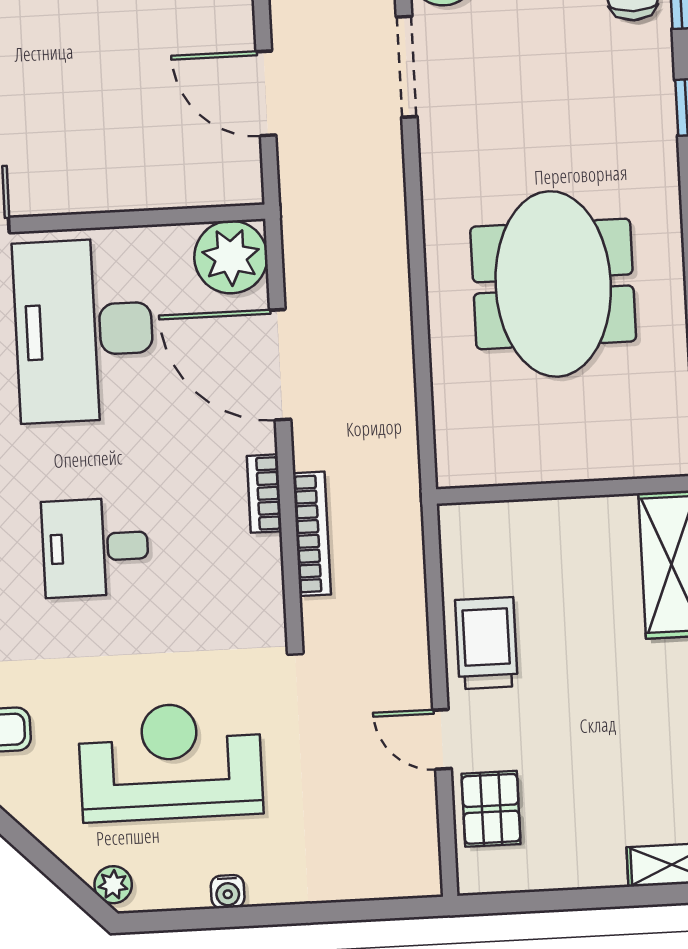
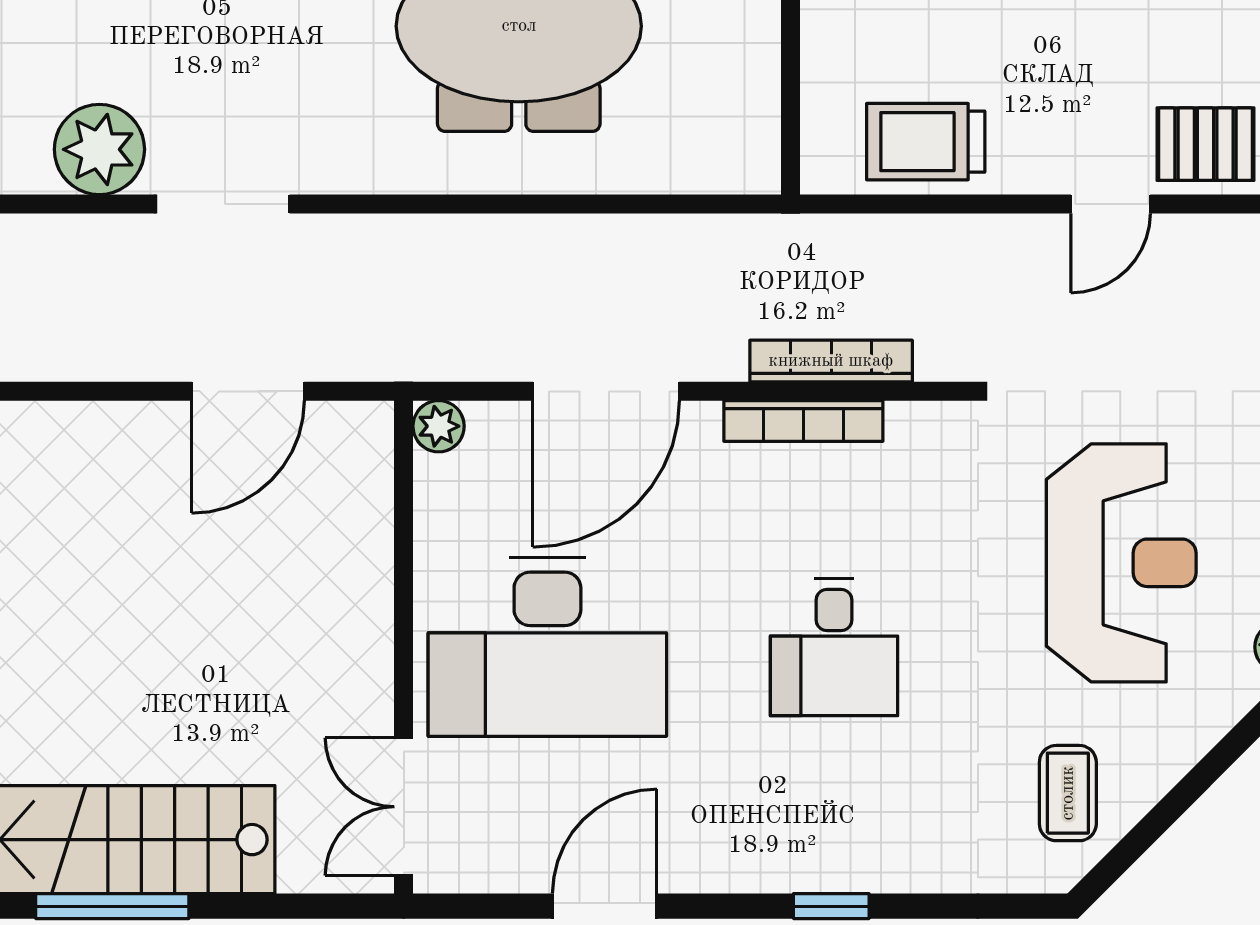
plant: (231, 257) -> (439, 426), width x0.53, depth x0.53
bookcase: (264, 494) -> (803, 421), width x1.56
trolley: (486, 643) -> (926, 142), moved
reception desk: (171, 762) -> (1121, 563), turned 180

